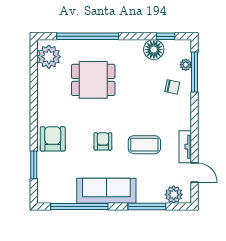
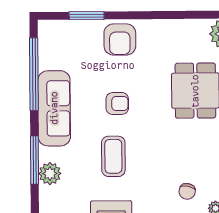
armchair: (53, 139) -> (120, 39), turned 90
plant: (174, 195) -> (50, 174), moved

